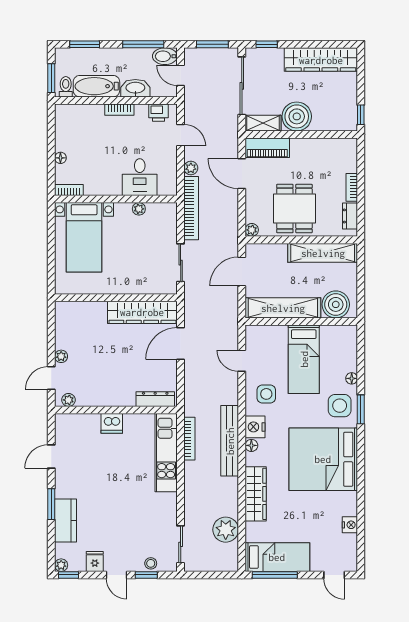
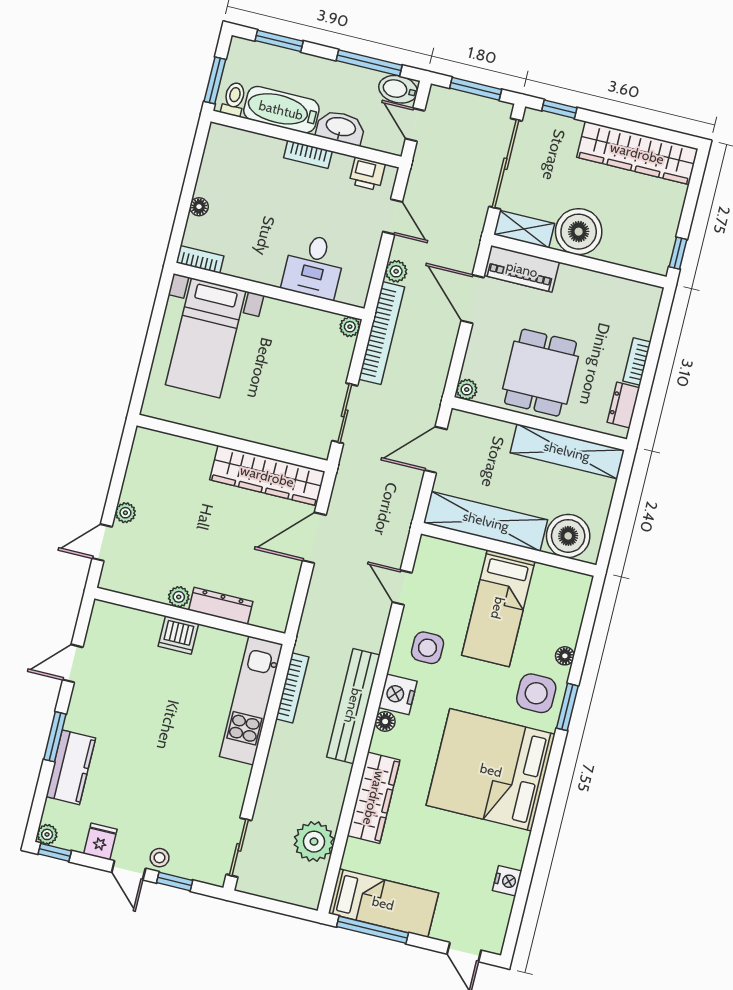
plant: (139, 209) -> (350, 327), moved
dresser: (155, 399) -> (221, 606), moved
plant: (68, 400) -> (179, 597), moved
stool: (151, 563) -> (160, 858), moved

